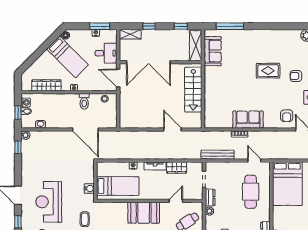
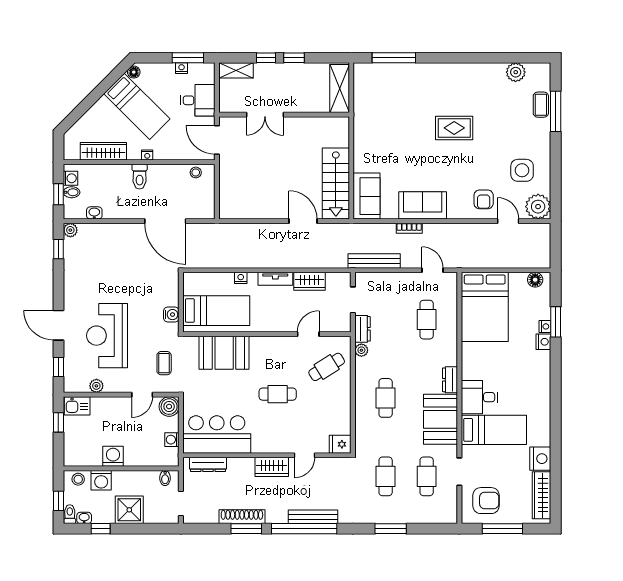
window: (181, 26) -> (294, 58), moved
sofa: (213, 51) -> (367, 196), moved
double door: (148, 62) -> (265, 115), width x0.54
armchair: (296, 76) -> (498, 136), removed
stairs: (193, 90) -> (336, 183), moved
toilet: (84, 101) -> (140, 177), moved
cafe table: (251, 192) -> (427, 320), width x0.73, depth x0.74
booth: (144, 213) -> (224, 353), moved

